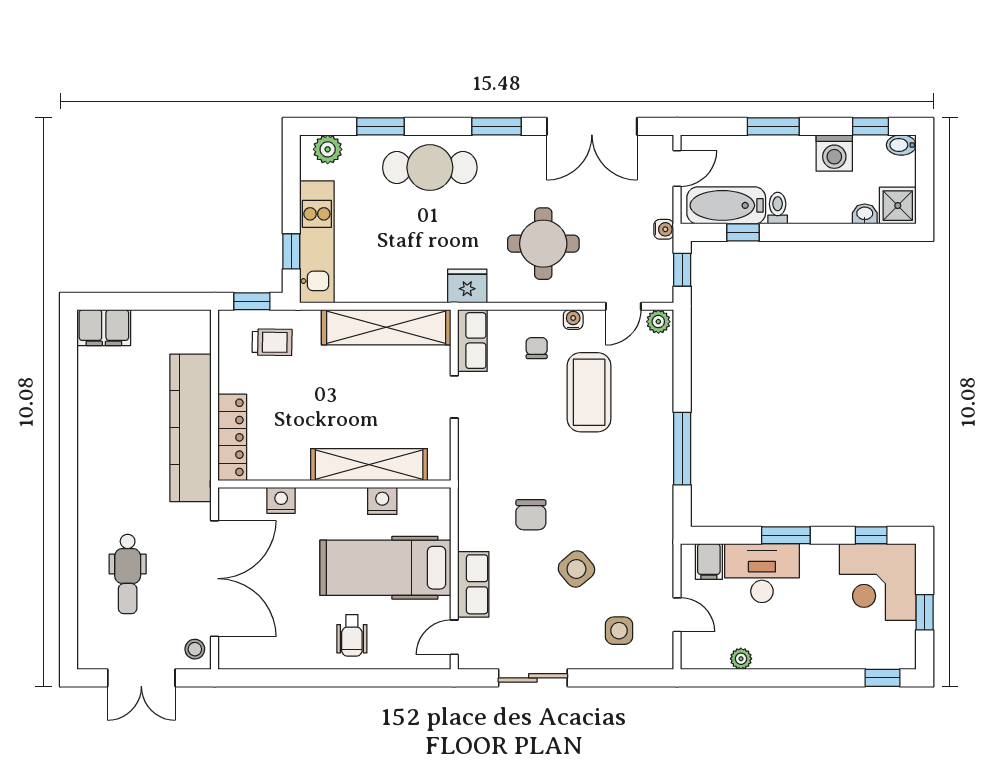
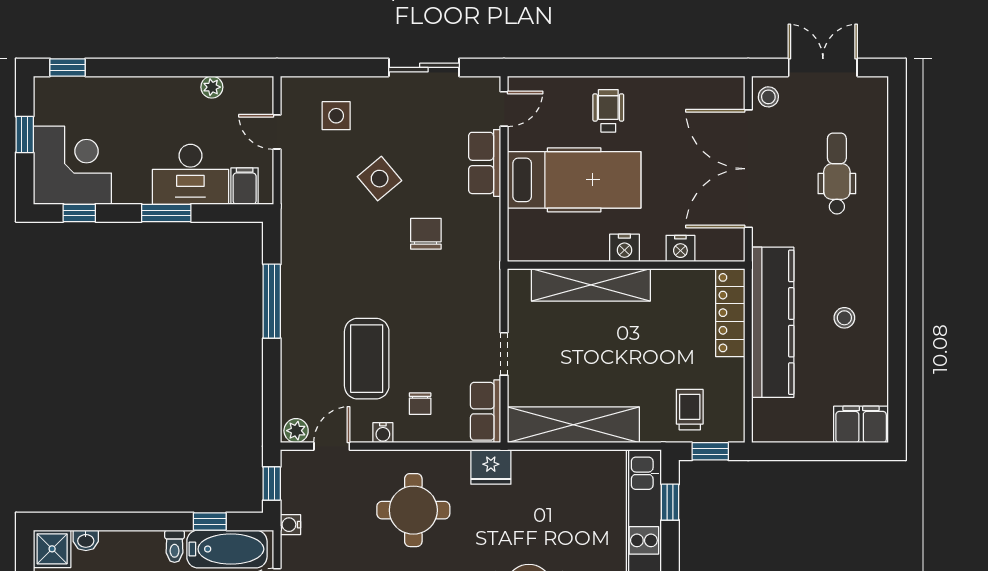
trolley: (272, 342) -> (690, 410), turned 89
stool: (120, 432) -> (844, 318), added
nightstand: (382, 501) -> (624, 248), moved

